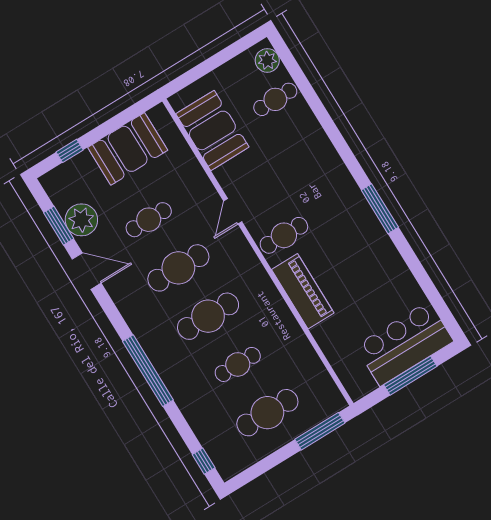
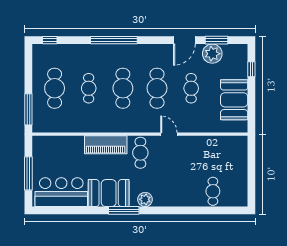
plant: (267, 60) -> (145, 199), moved
booth: (212, 130) -> (109, 193), moved
bar counter: (404, 344) -> (61, 192), moved, turned -90

